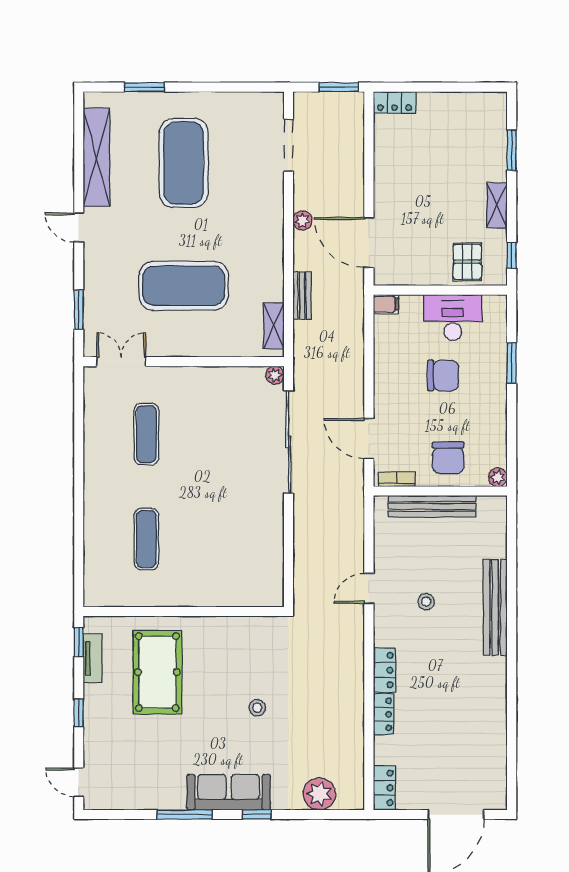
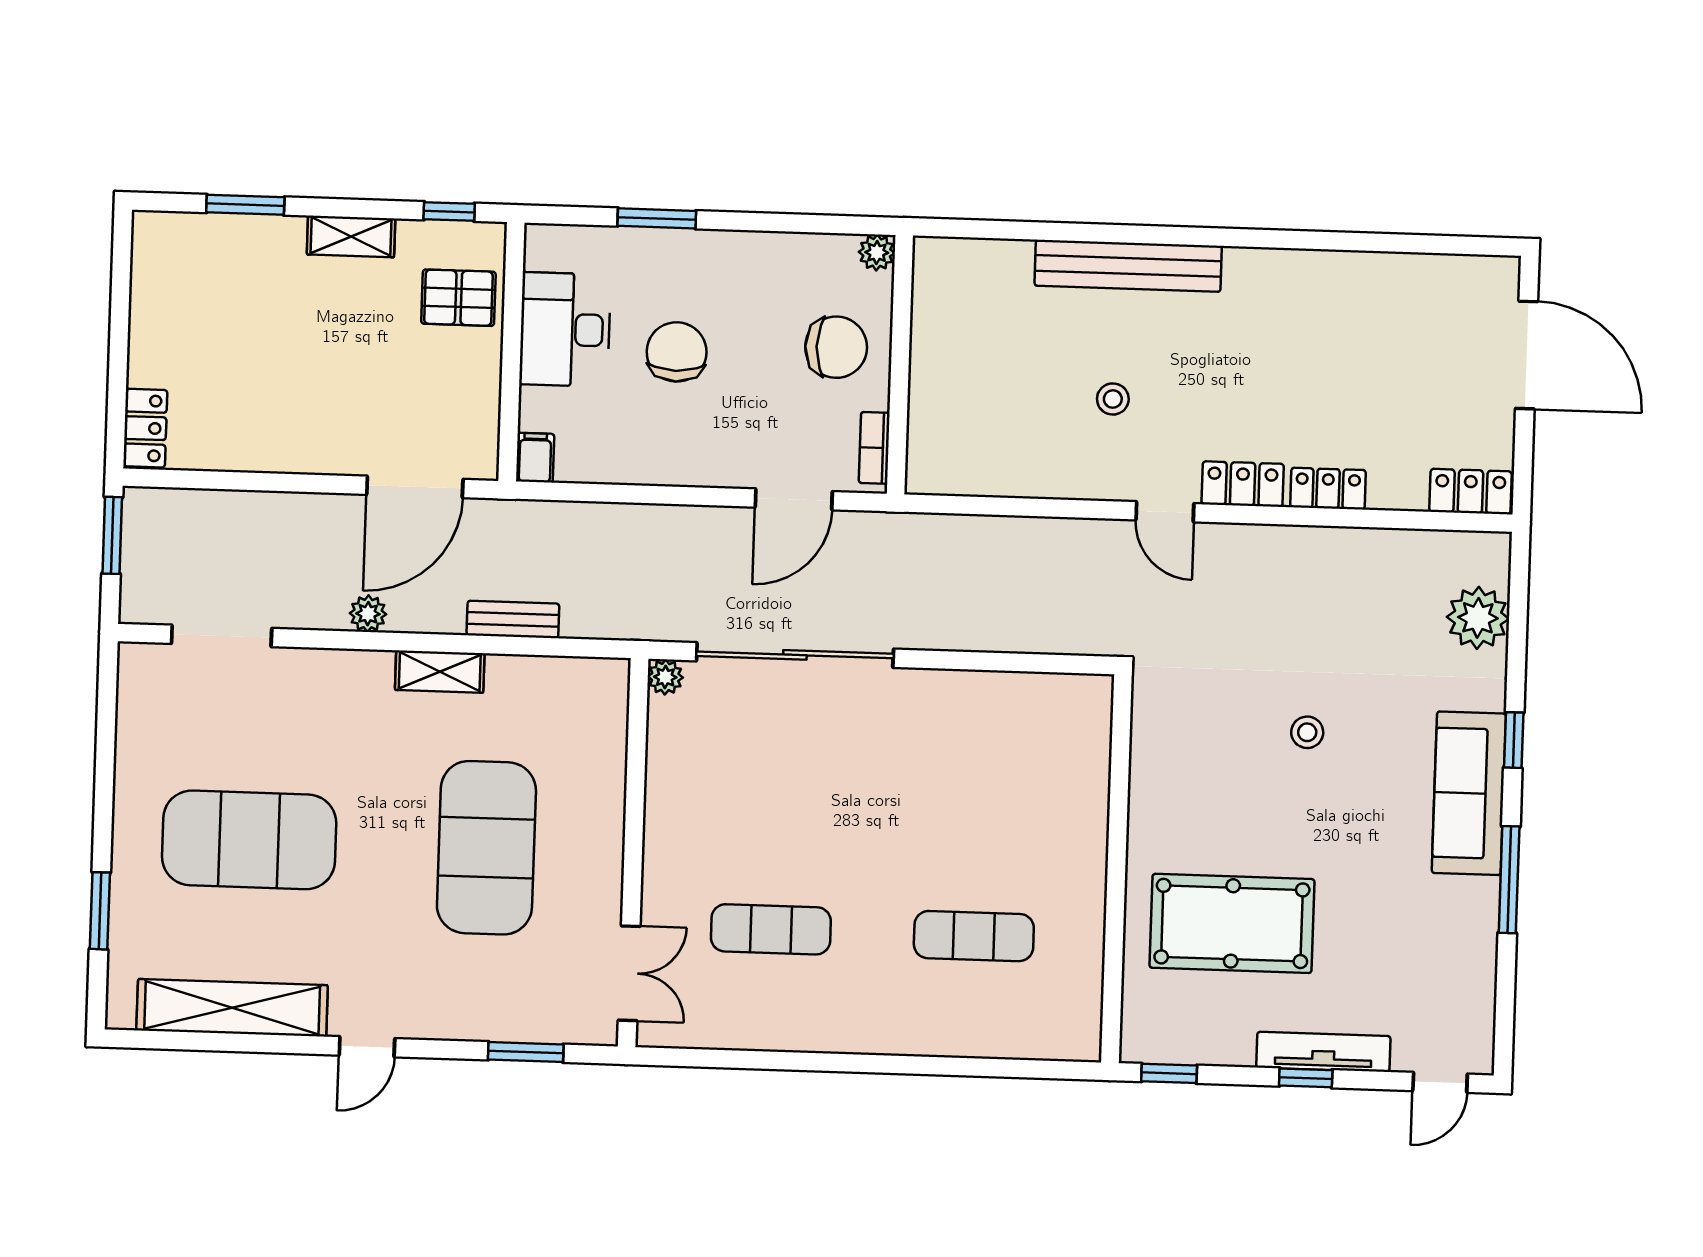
shelving: (274, 326) -> (440, 672), moved
double door: (121, 362) -> (629, 973), swing flipped
bench: (432, 506) -> (929, 381), removed
door: (369, 588) -> (1165, 512), moved
tv unit: (93, 658) -> (1323, 1052), moved, width x1.41

